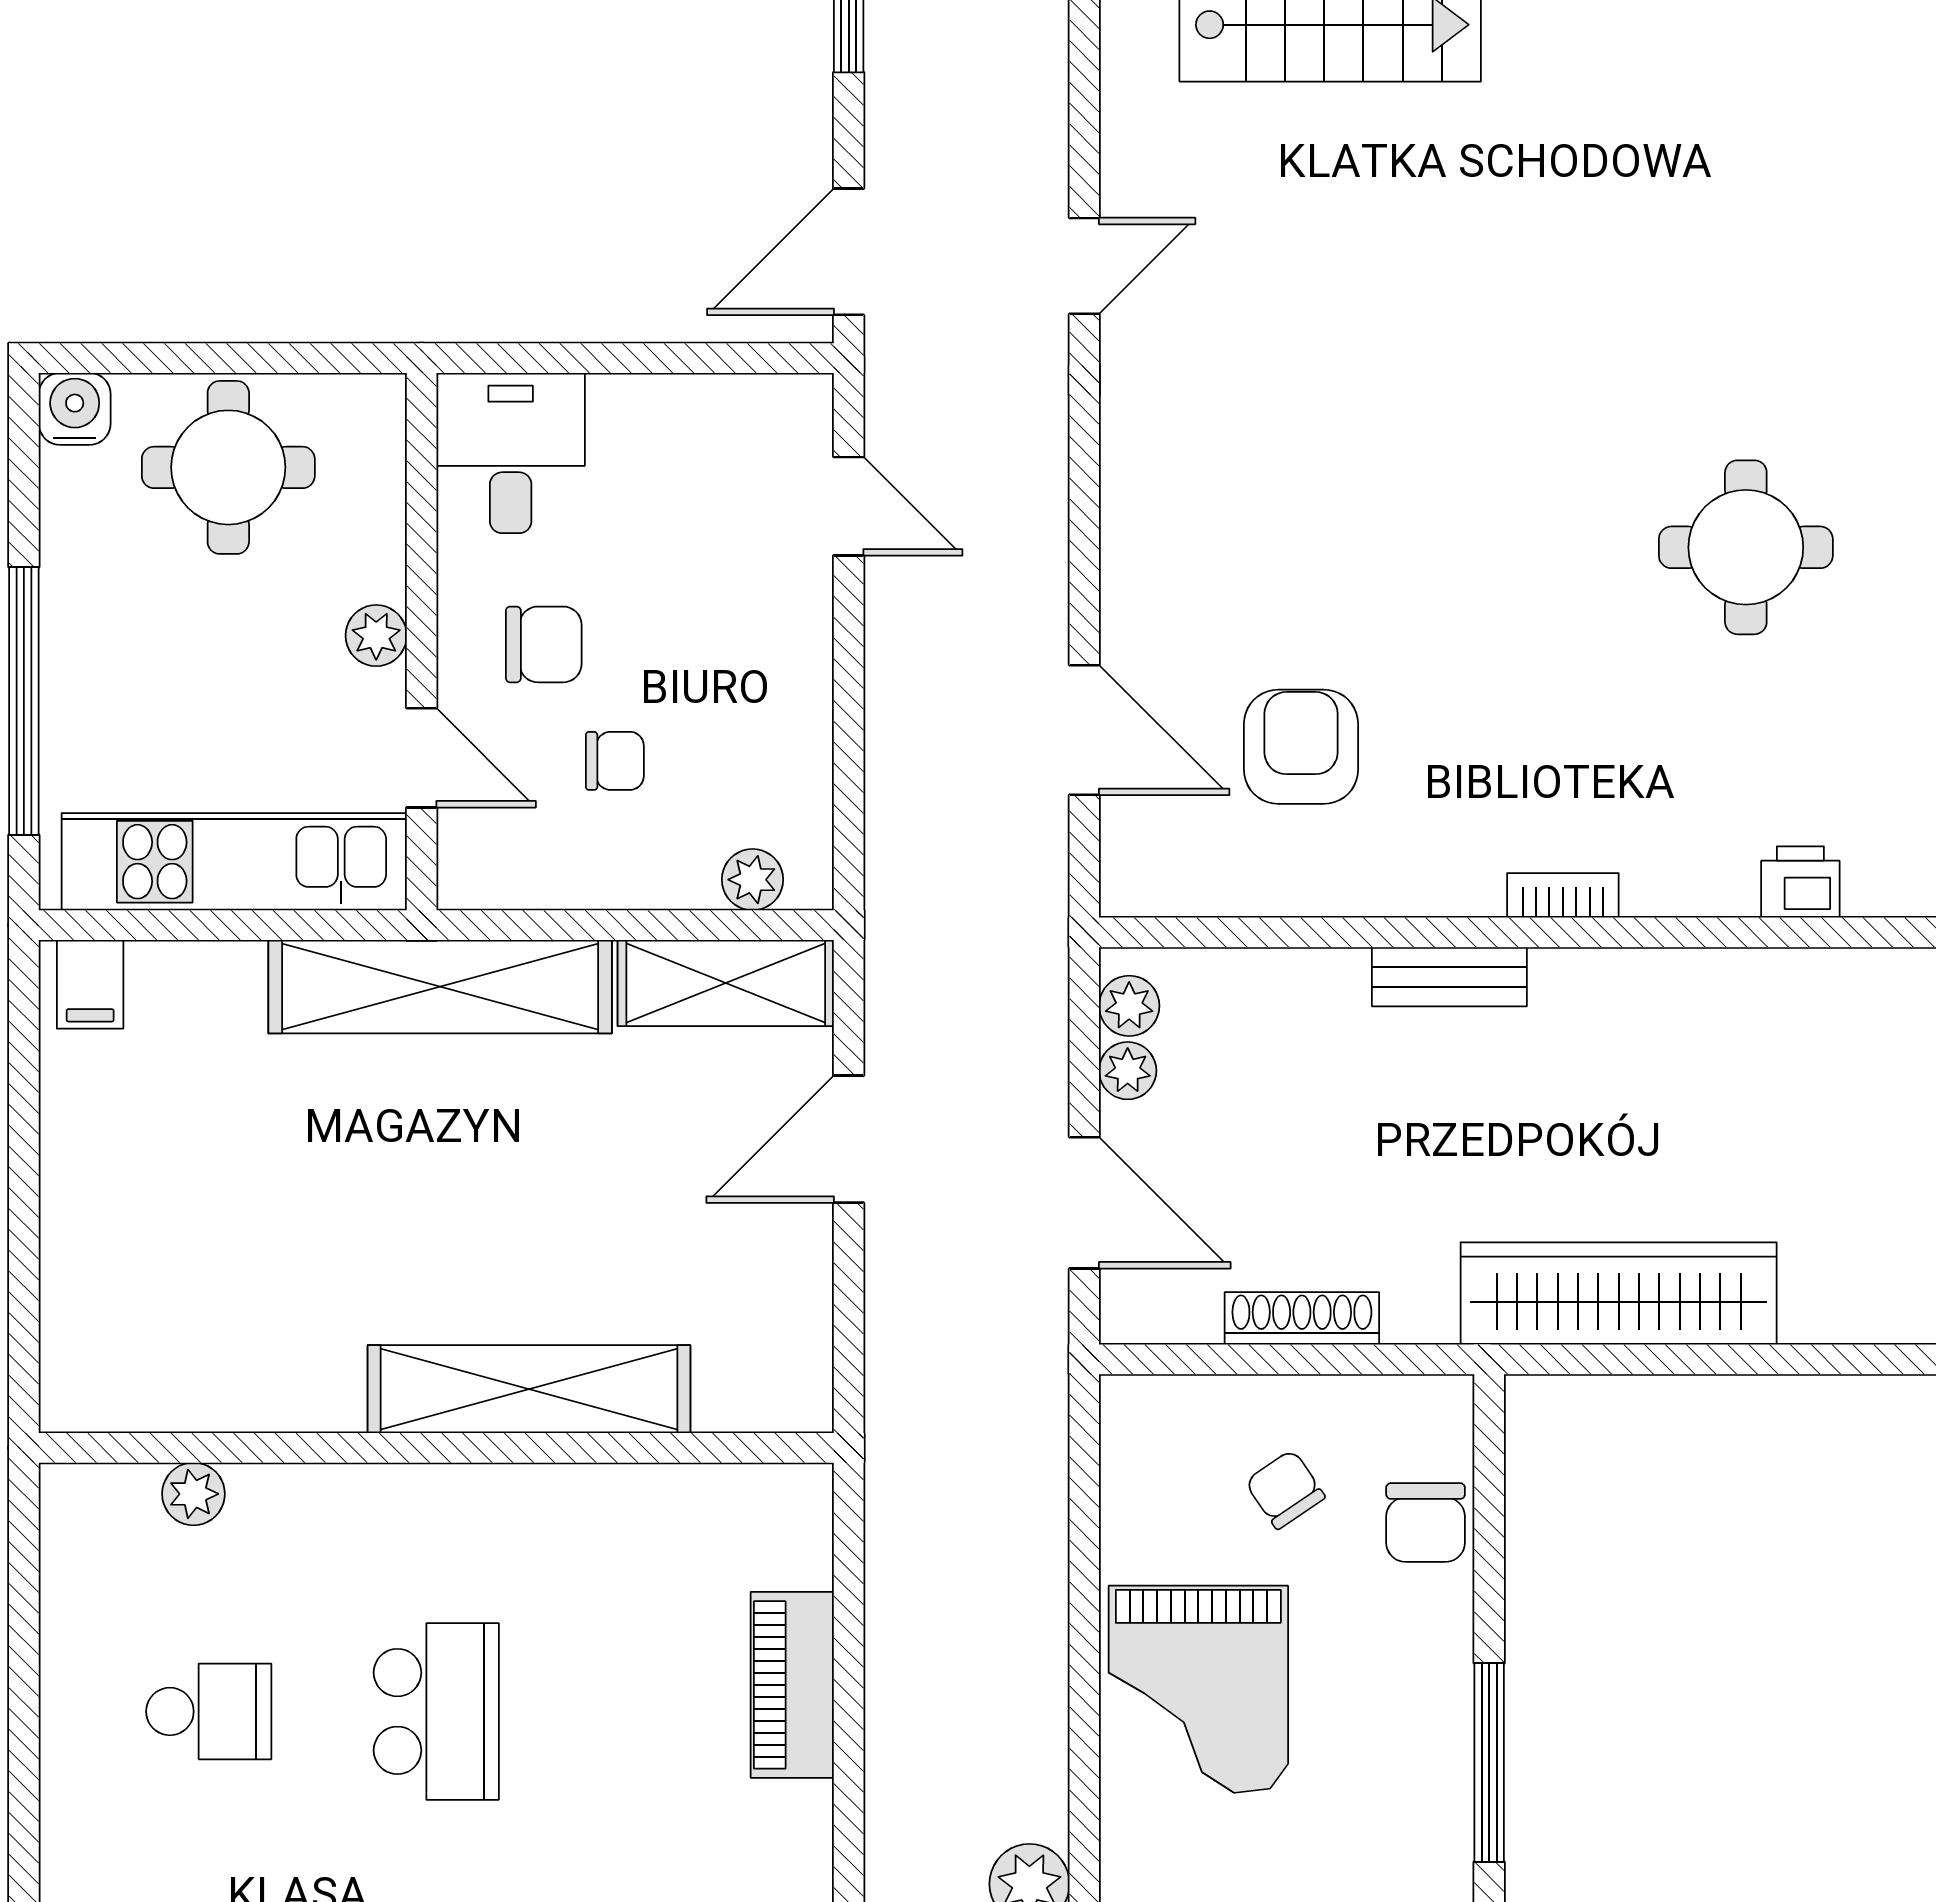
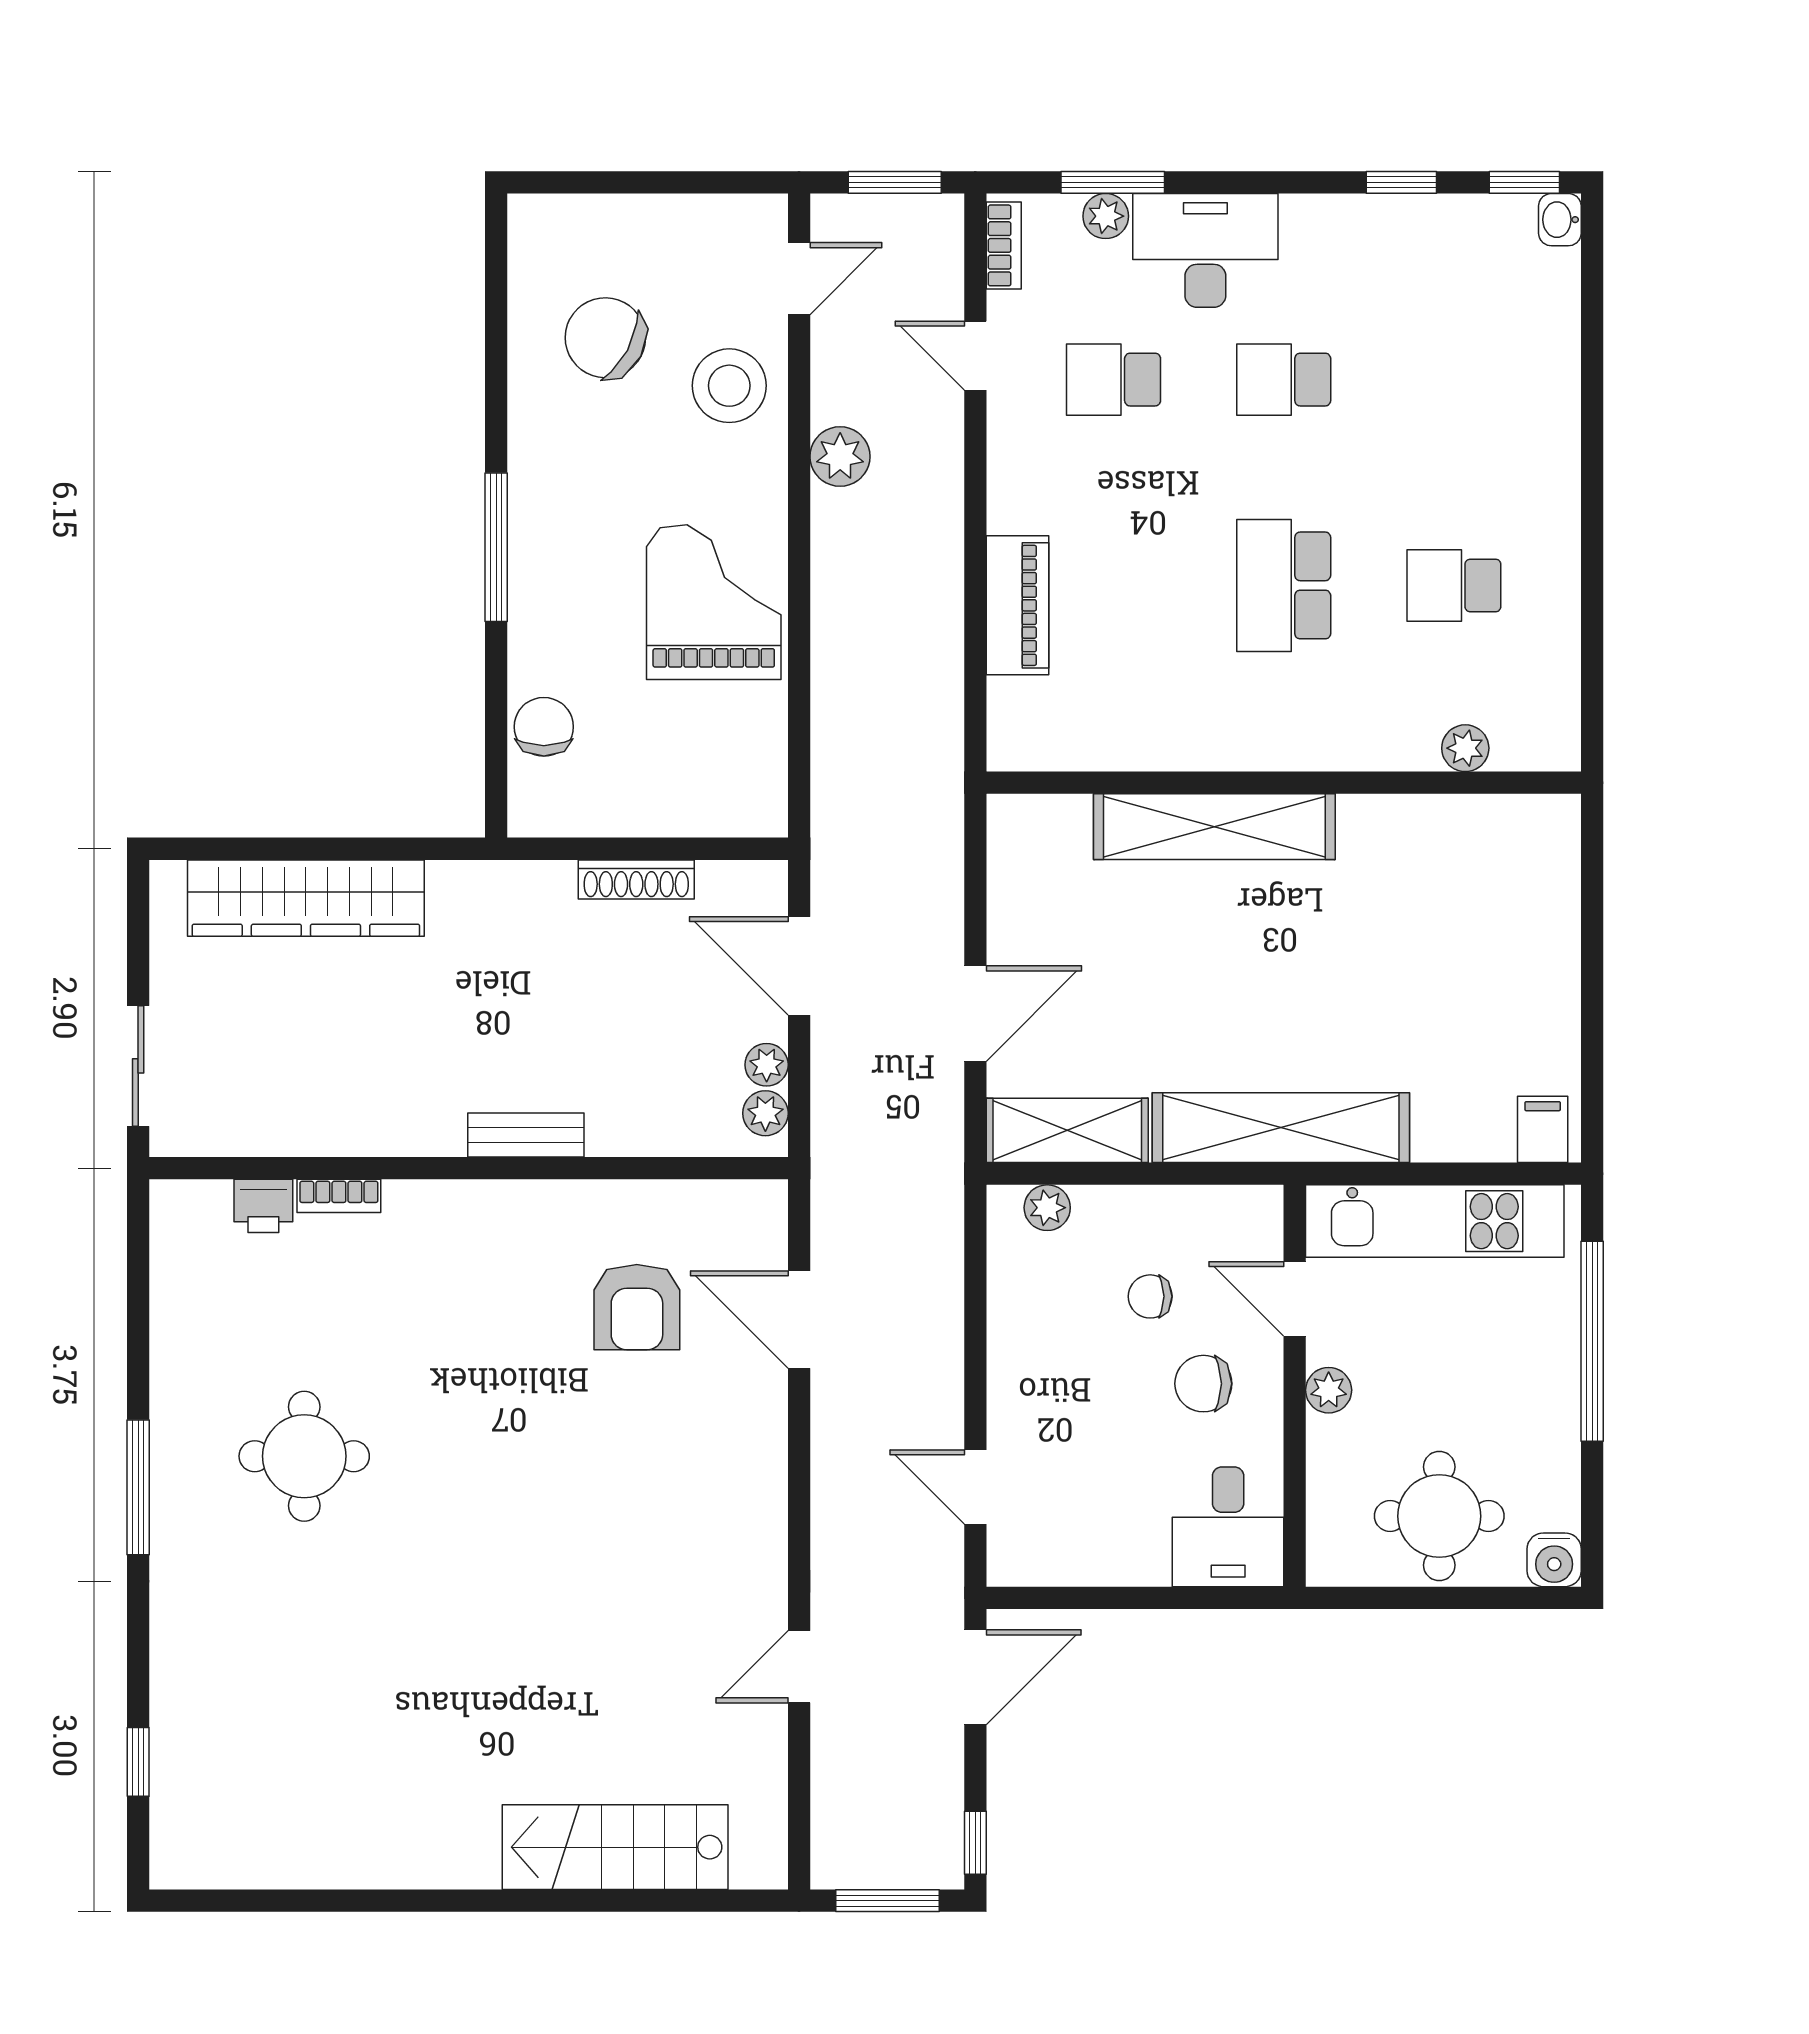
bookcase: (1563, 895) -> (339, 1196), moved
wardrobe: (1619, 1294) -> (306, 898), moved
chair: (1285, 1489) -> (649, 752), removed

